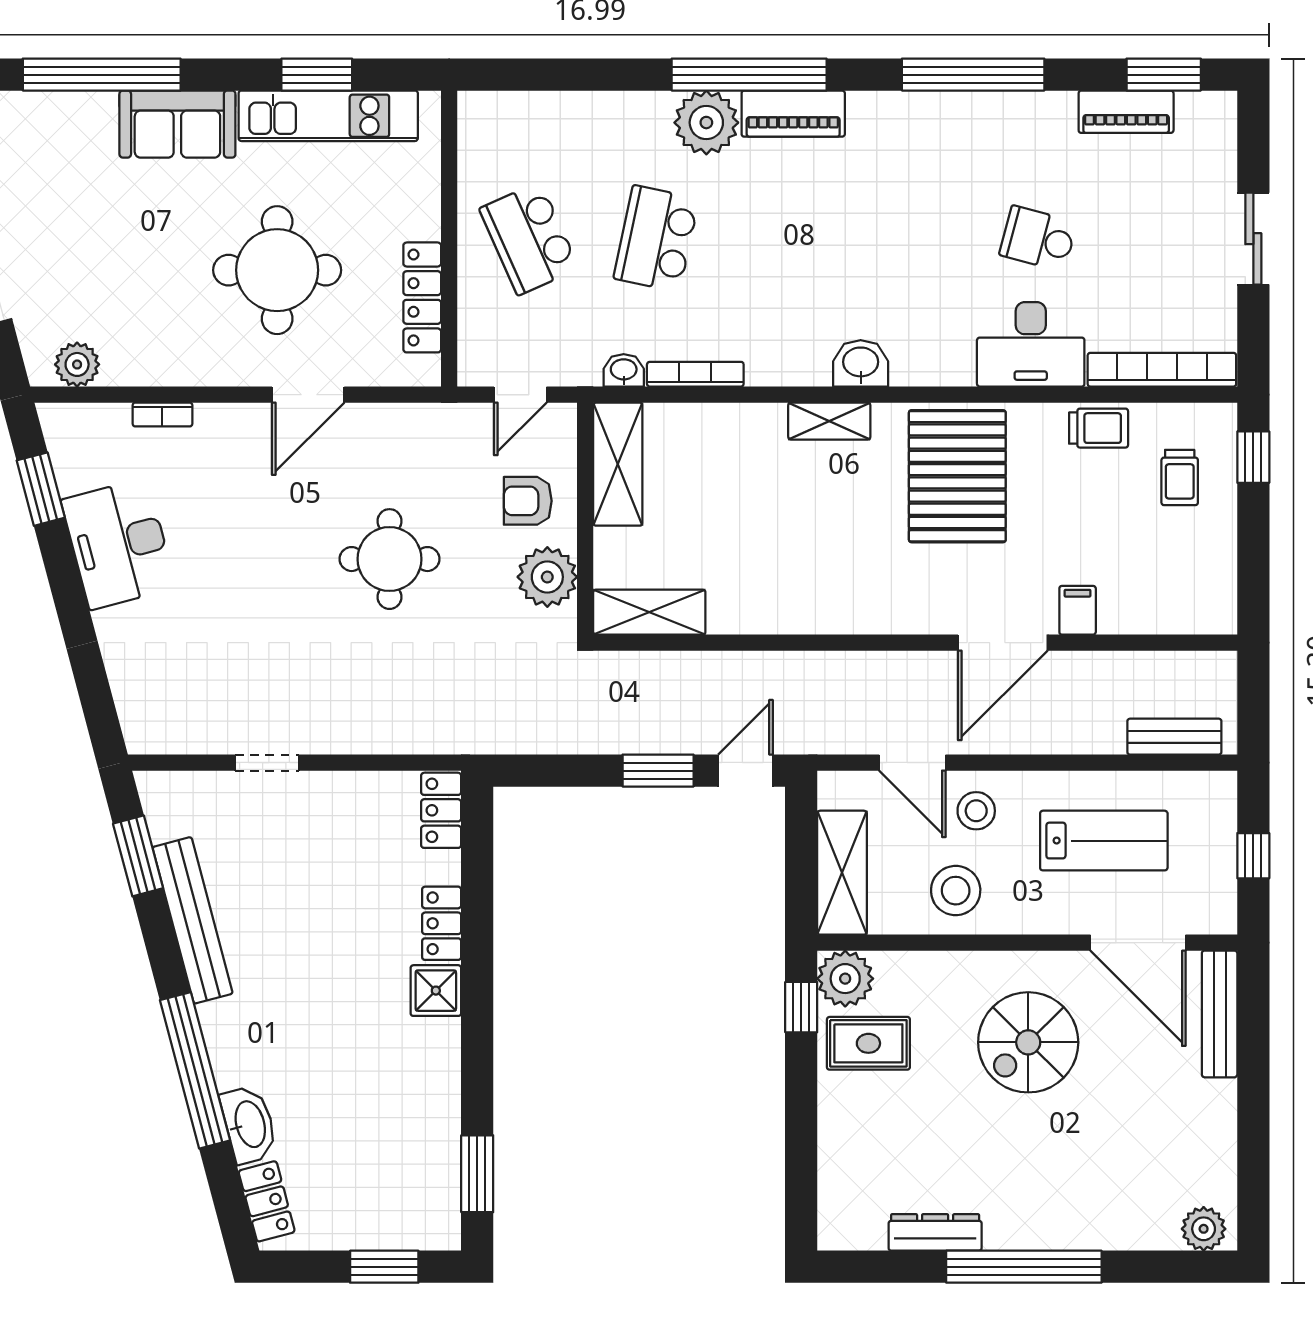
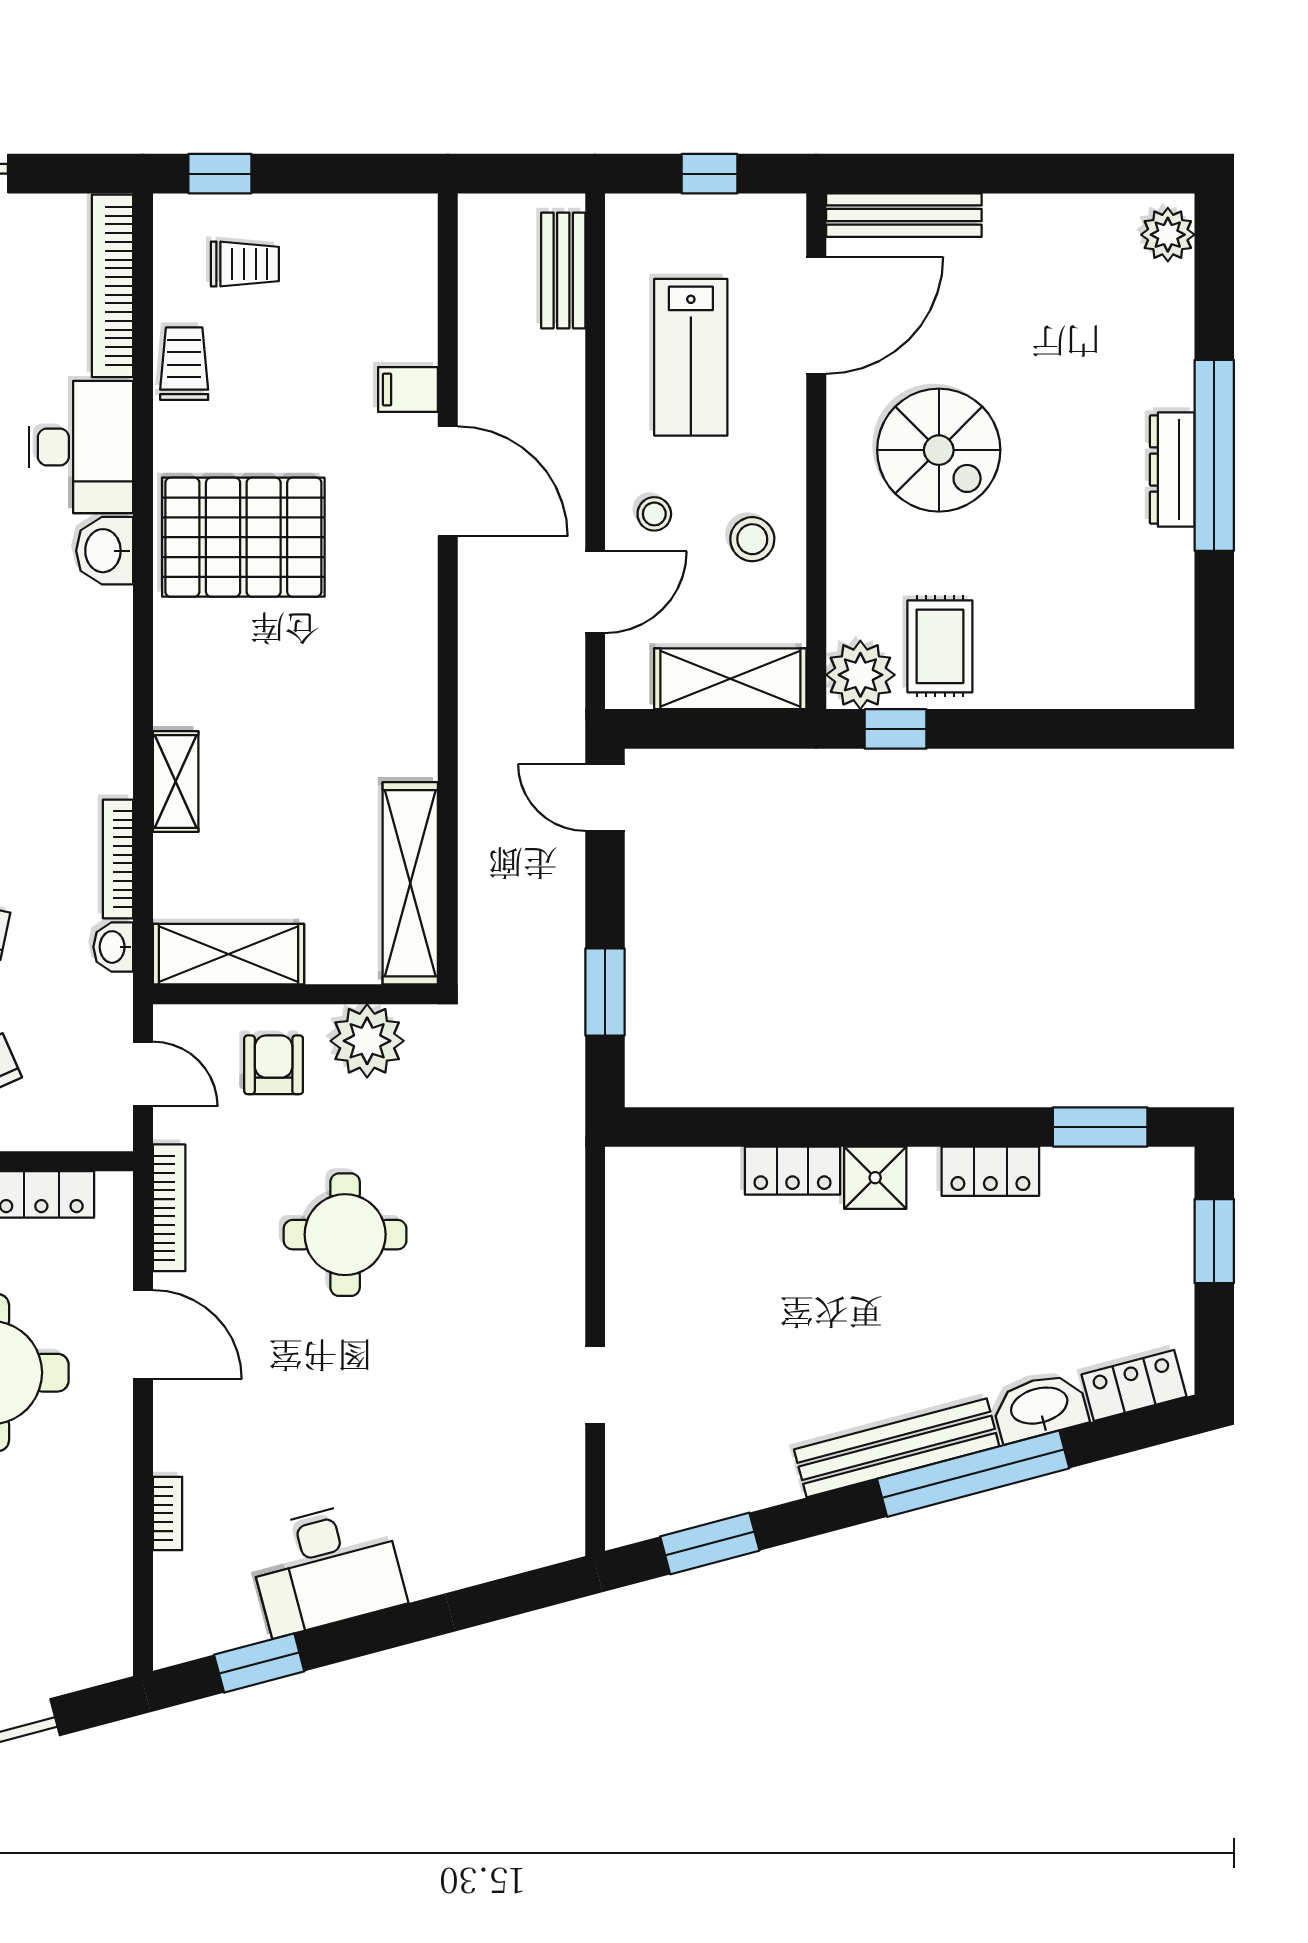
washbasin: (861, 363) -> (105, 551), moved
plant: (77, 364) -> (106, 1618), removed
bookcase: (411, 416) -> (169, 1208), added
shelving: (829, 421) -> (176, 782), moved
armchair: (528, 501) -> (274, 1065), turned 180
shelving: (649, 612) -> (410, 883), width x1.47
window: (658, 771) -> (605, 992), moved
locker: (441, 810) -> (990, 1171), moved
stool: (976, 811) -> (654, 514), width x0.73, depth x0.73
lab bench: (1104, 841) -> (691, 357), turned 180
stool: (956, 891) -> (752, 539), width x0.73, depth x0.73
bench: (193, 920) -> (897, 1448), moved
dresser: (935, 1232) -> (1172, 470), moved

